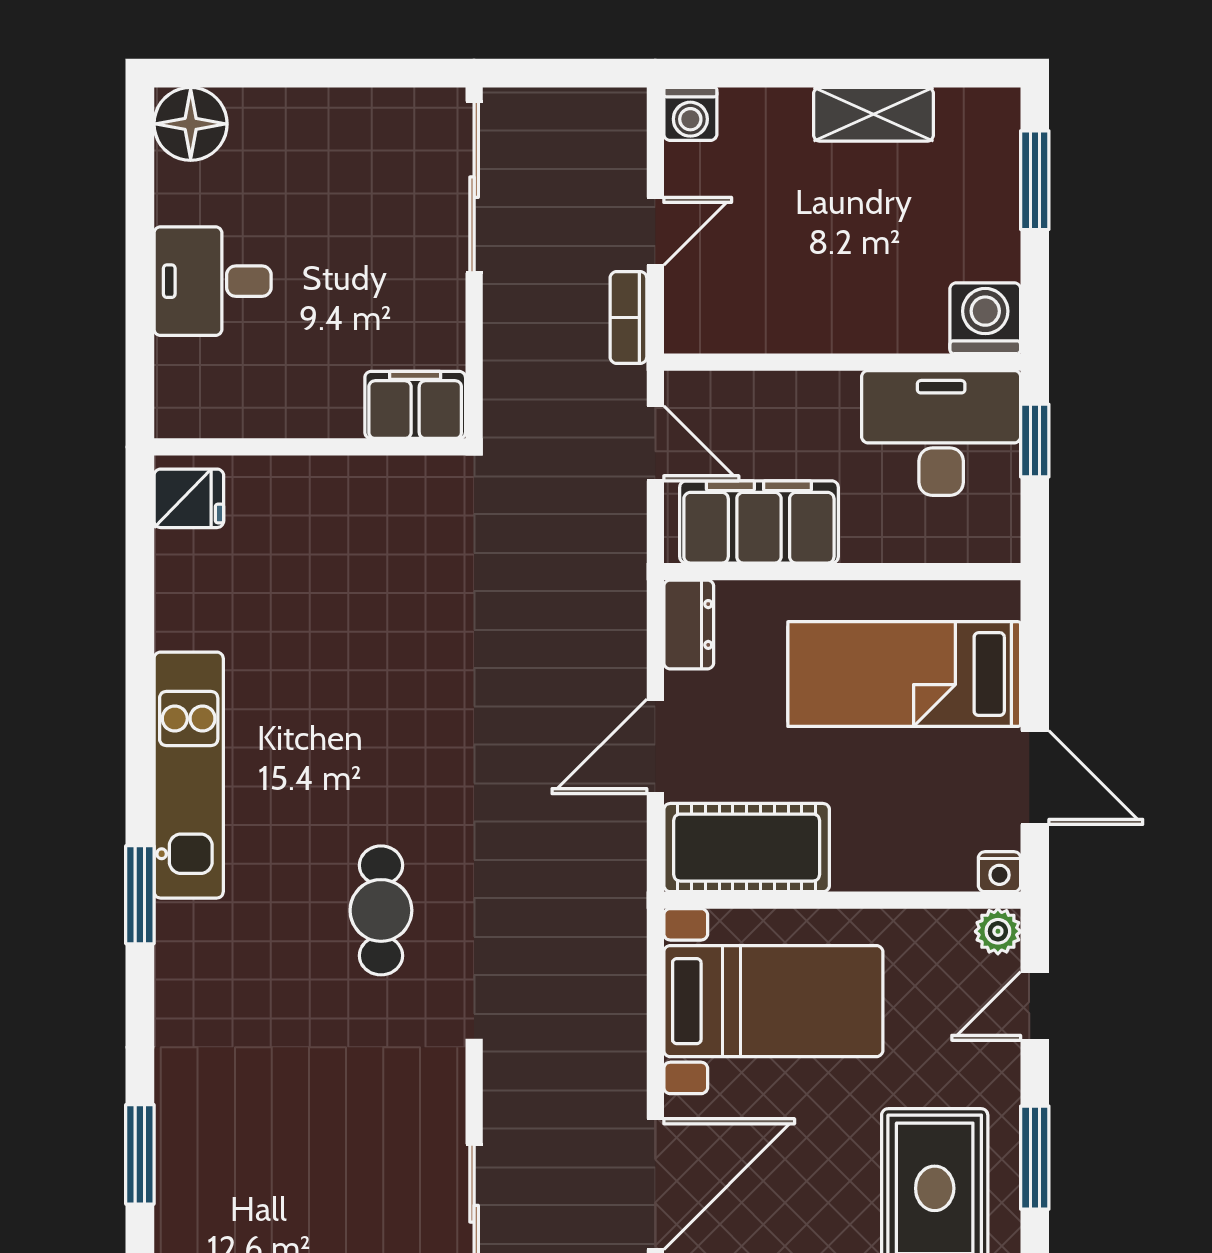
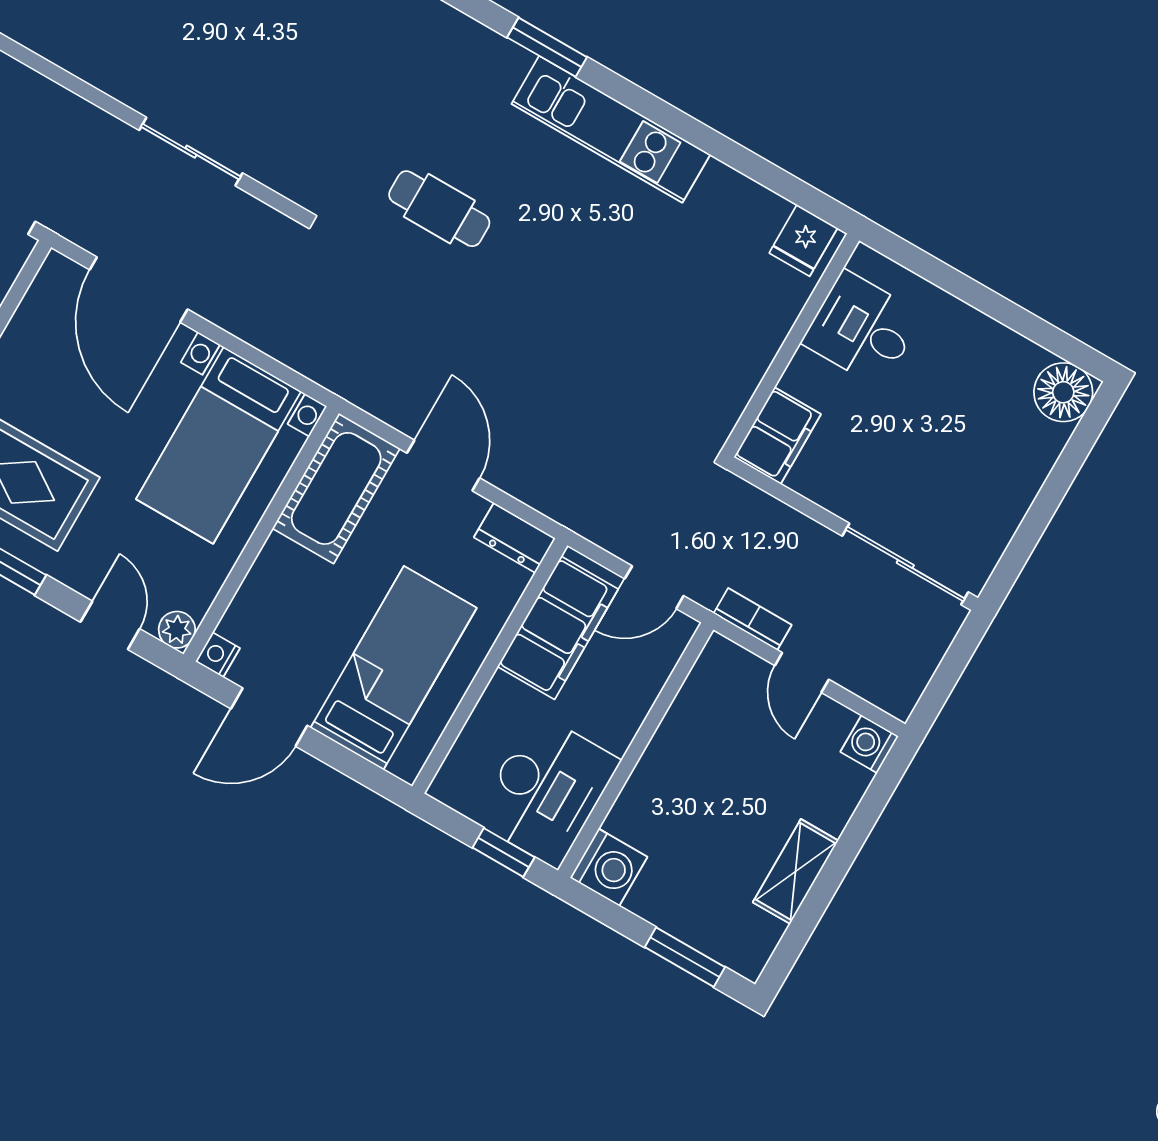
desk: (213, 281) -> (862, 329), moved, turned -90

